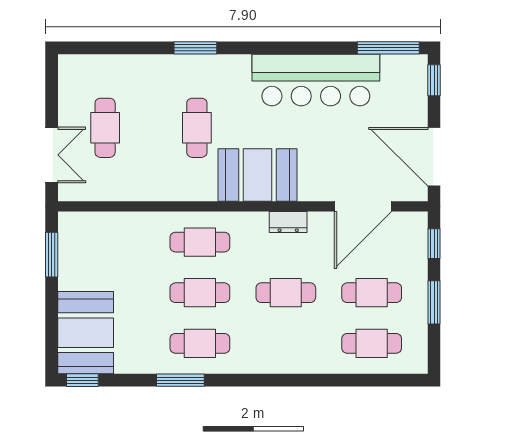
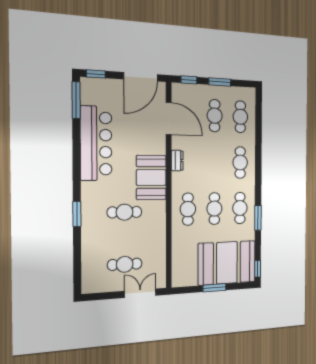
window: (52, 255) -> (214, 288), moved
cafe table: (286, 293) -> (240, 163), moved
booth: (86, 333) -> (227, 263), width x1.36, depth x1.42

